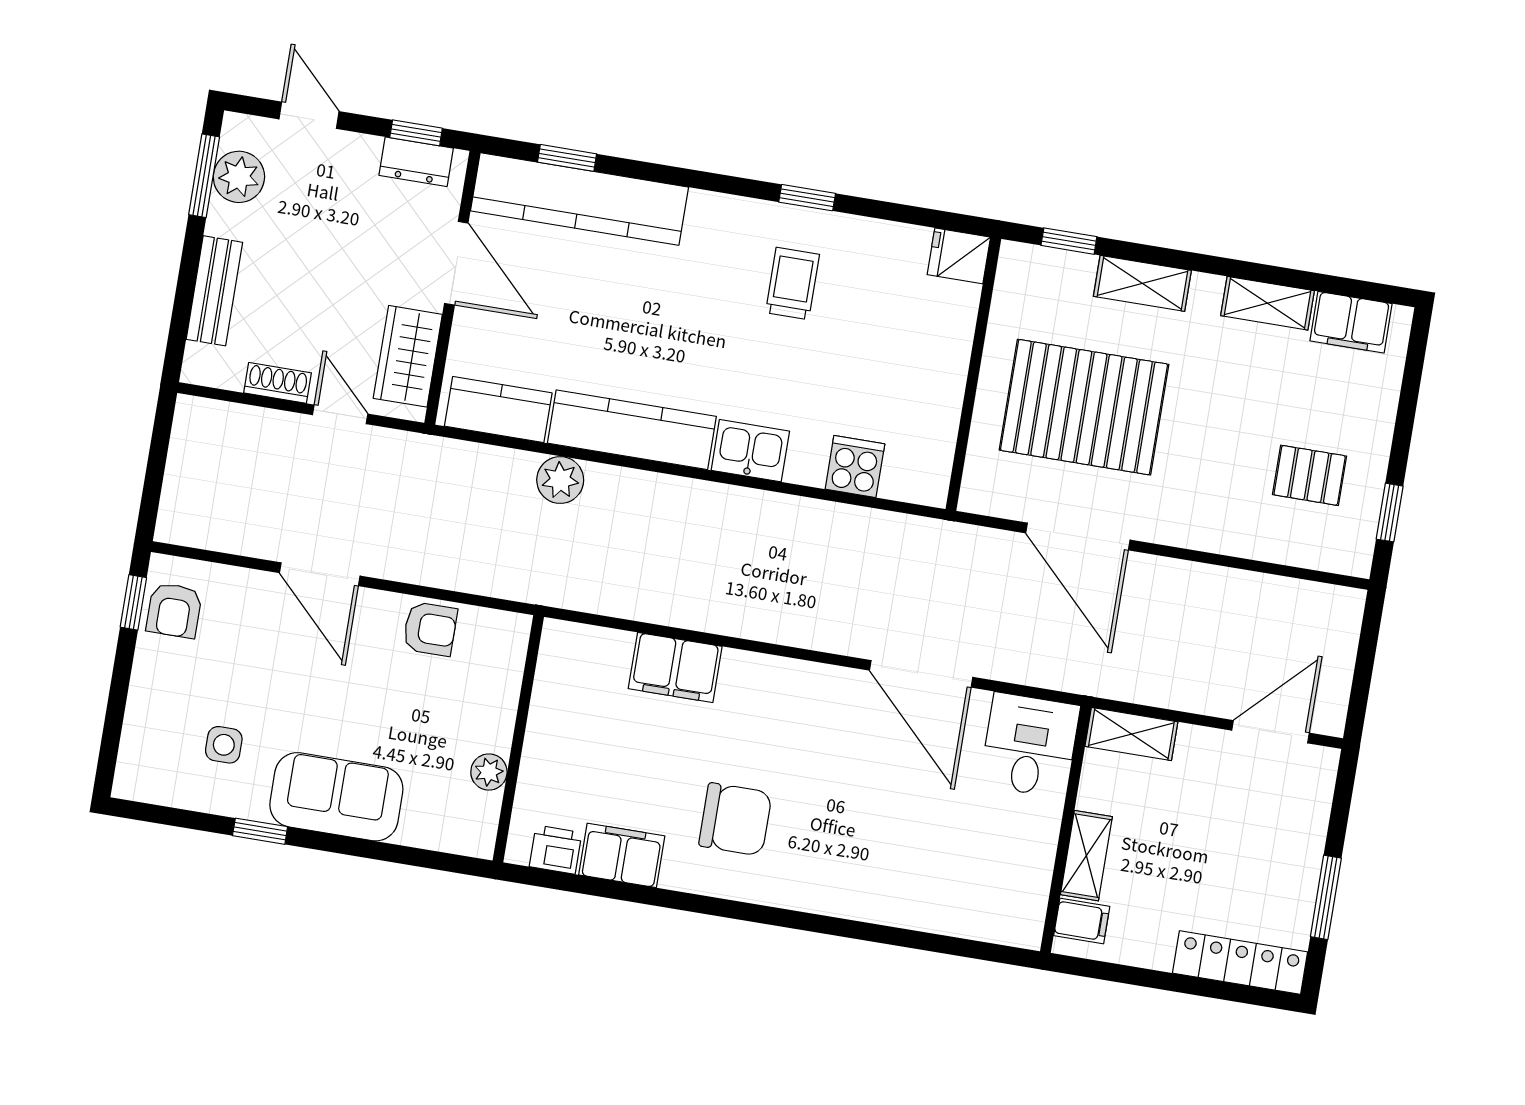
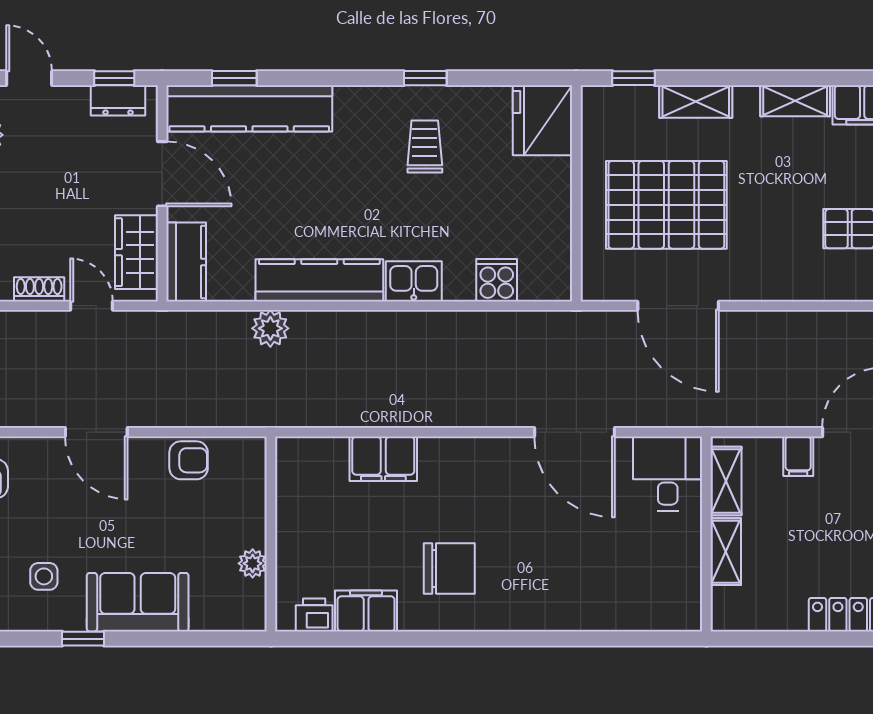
fridge: (959, 256) -> (543, 120), width x1.88, depth x1.34
kitchen counter: (498, 410) -> (186, 262), moved, turned 90
shelving: (1131, 734) -> (726, 481), moved, turned 90
filing cabinet: (1082, 921) -> (798, 456), moved, turned 90

